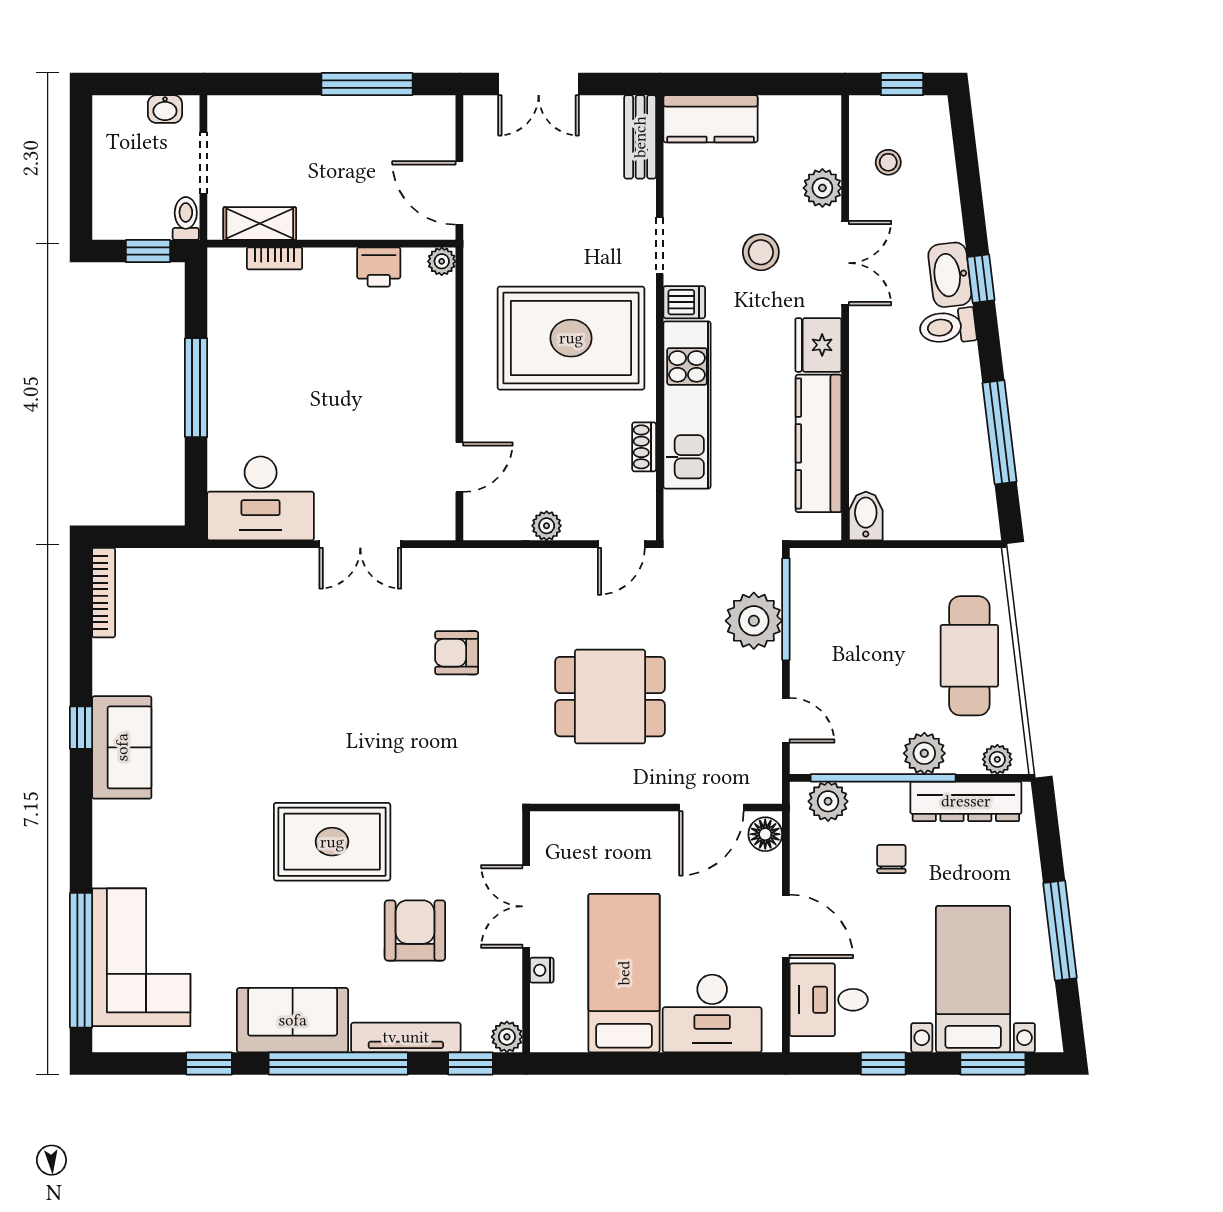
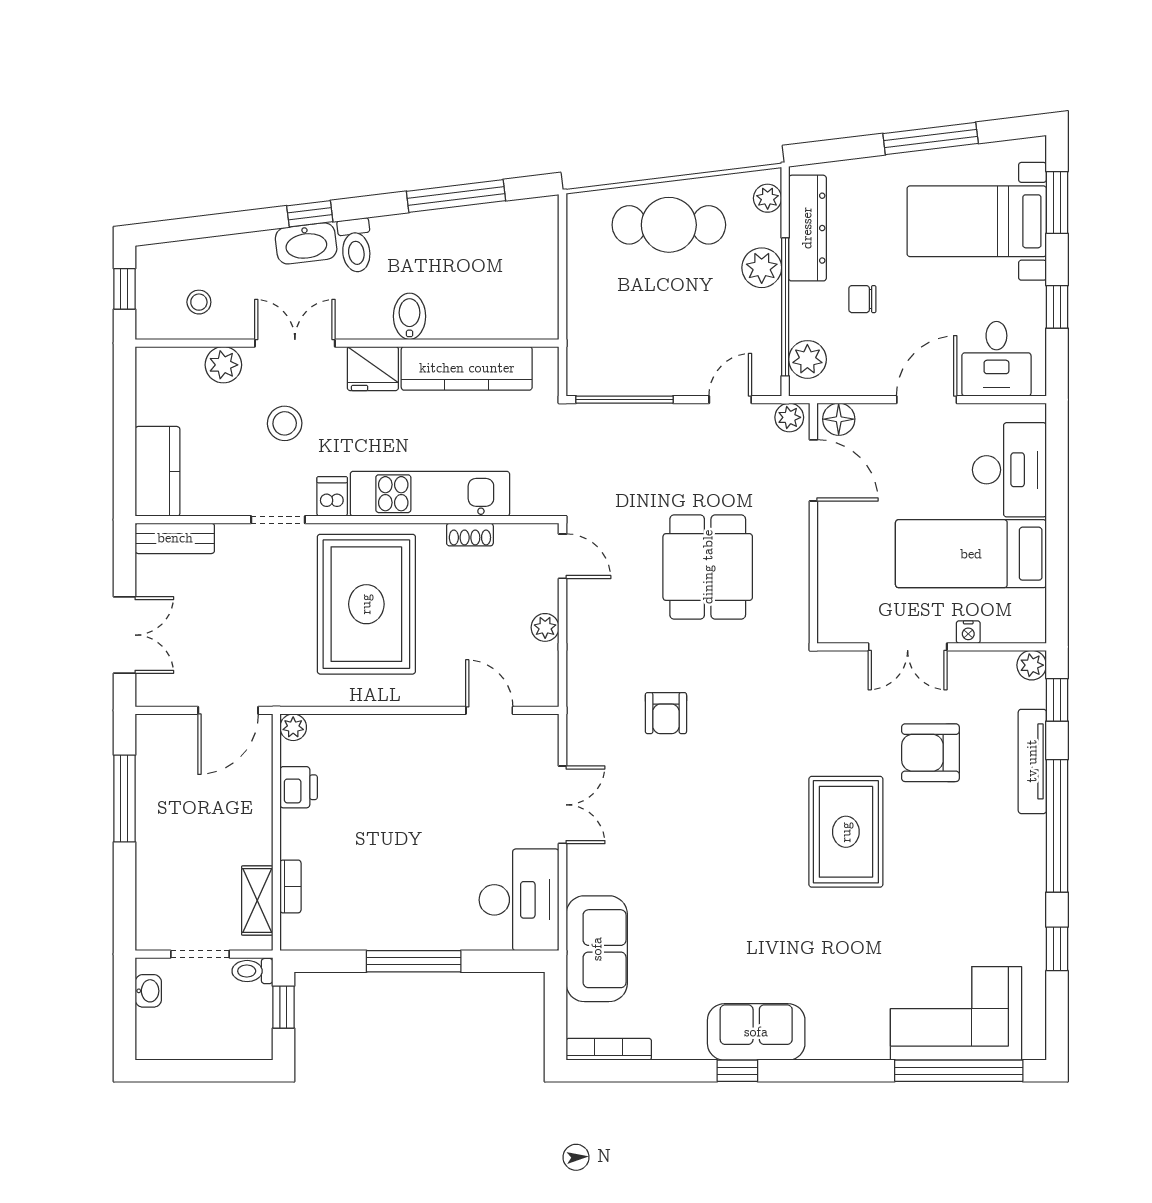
bidet: (866, 516) -> (410, 316), moved, turned 90
plant: (754, 621) -> (789, 417), moved, width x0.53, depth x0.53
sofa: (293, 1020) -> (597, 949), moved, turned 180

